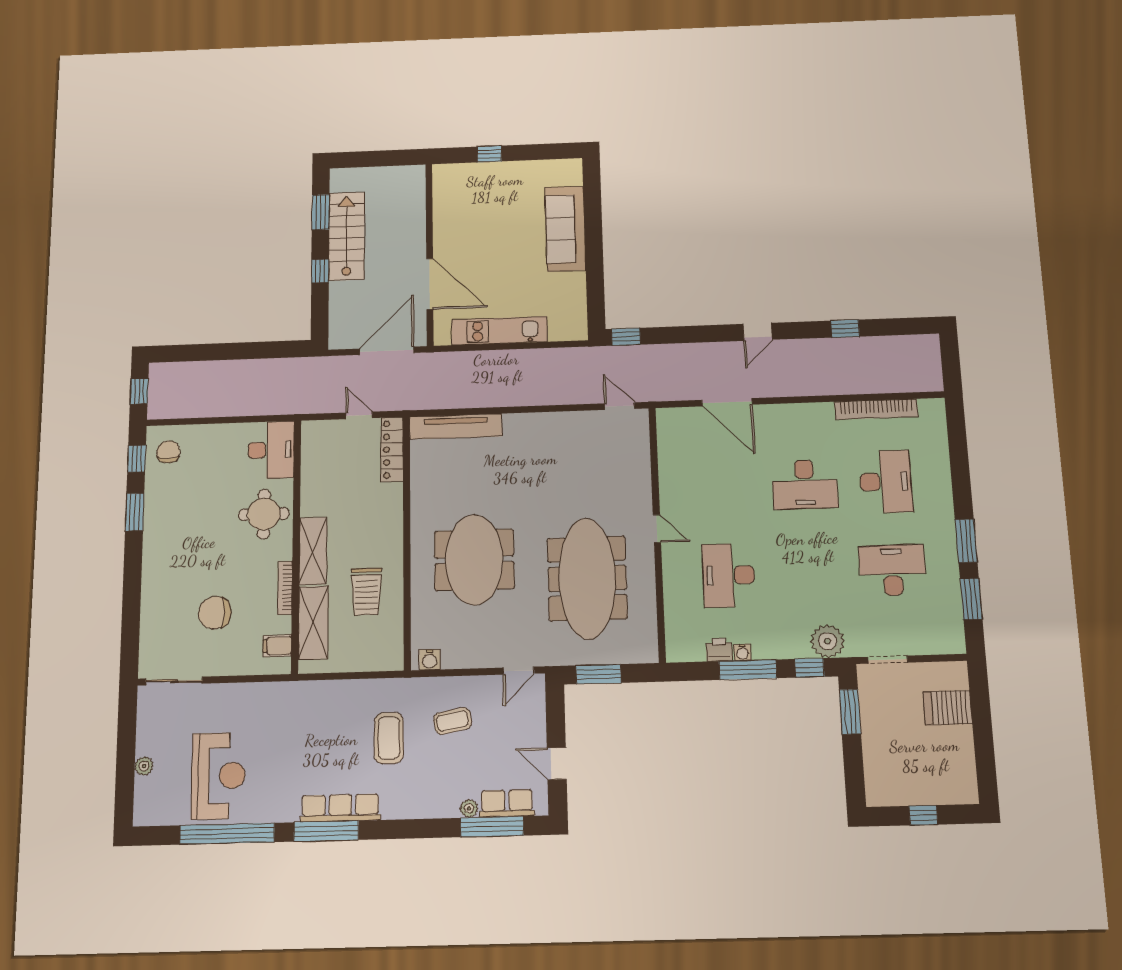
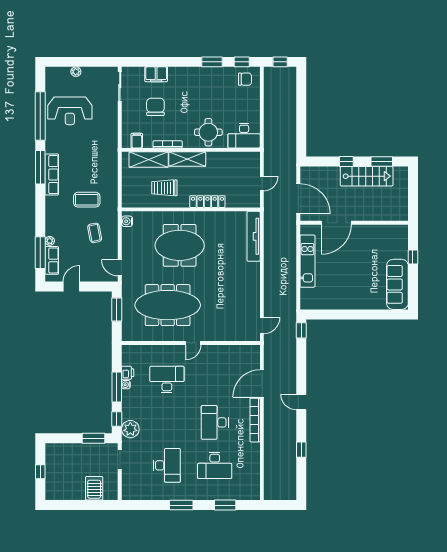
sofa: (565, 229) -> (397, 284), moved, turned -90
bookcase: (876, 409) -> (255, 420), moved
locker: (392, 449) -> (207, 202), moved
window: (971, 599) -> (225, 505), moved
filing cabinet: (154, 613) -> (156, 74), added

